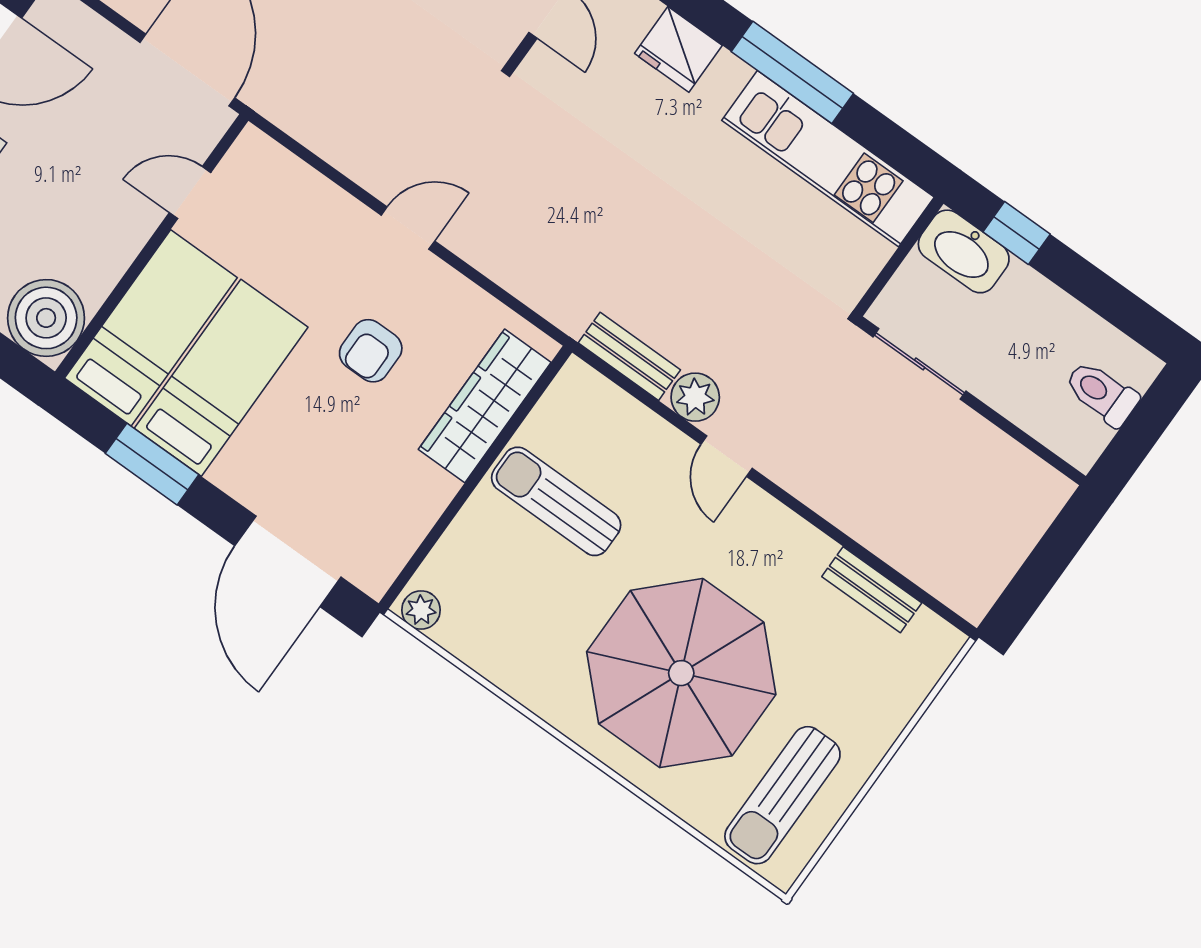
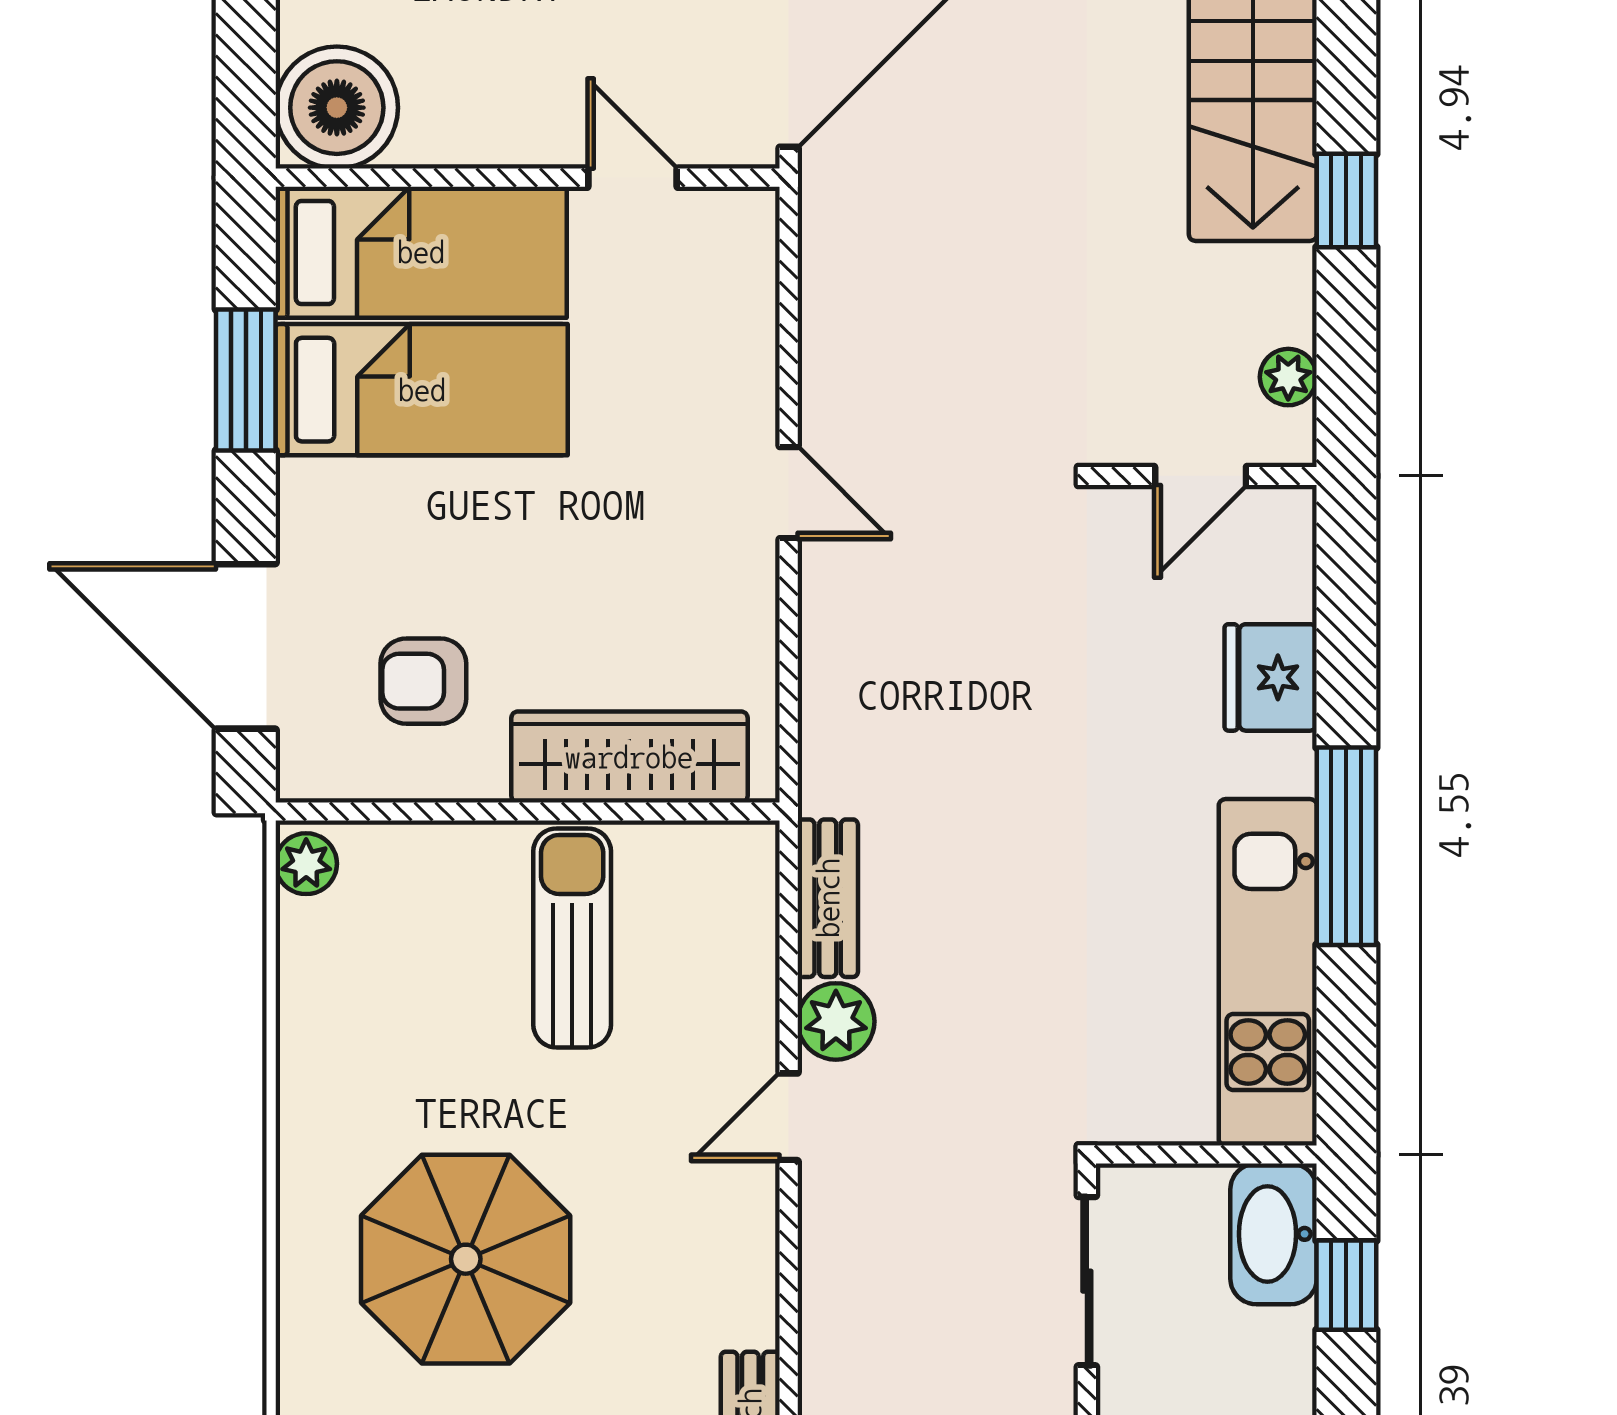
armchair: (371, 351) -> (423, 681), moved
door: (288, 561) -> (246, 646), hinge flipped
parasol: (681, 673) -> (466, 1259), width x0.73, depth x0.73

